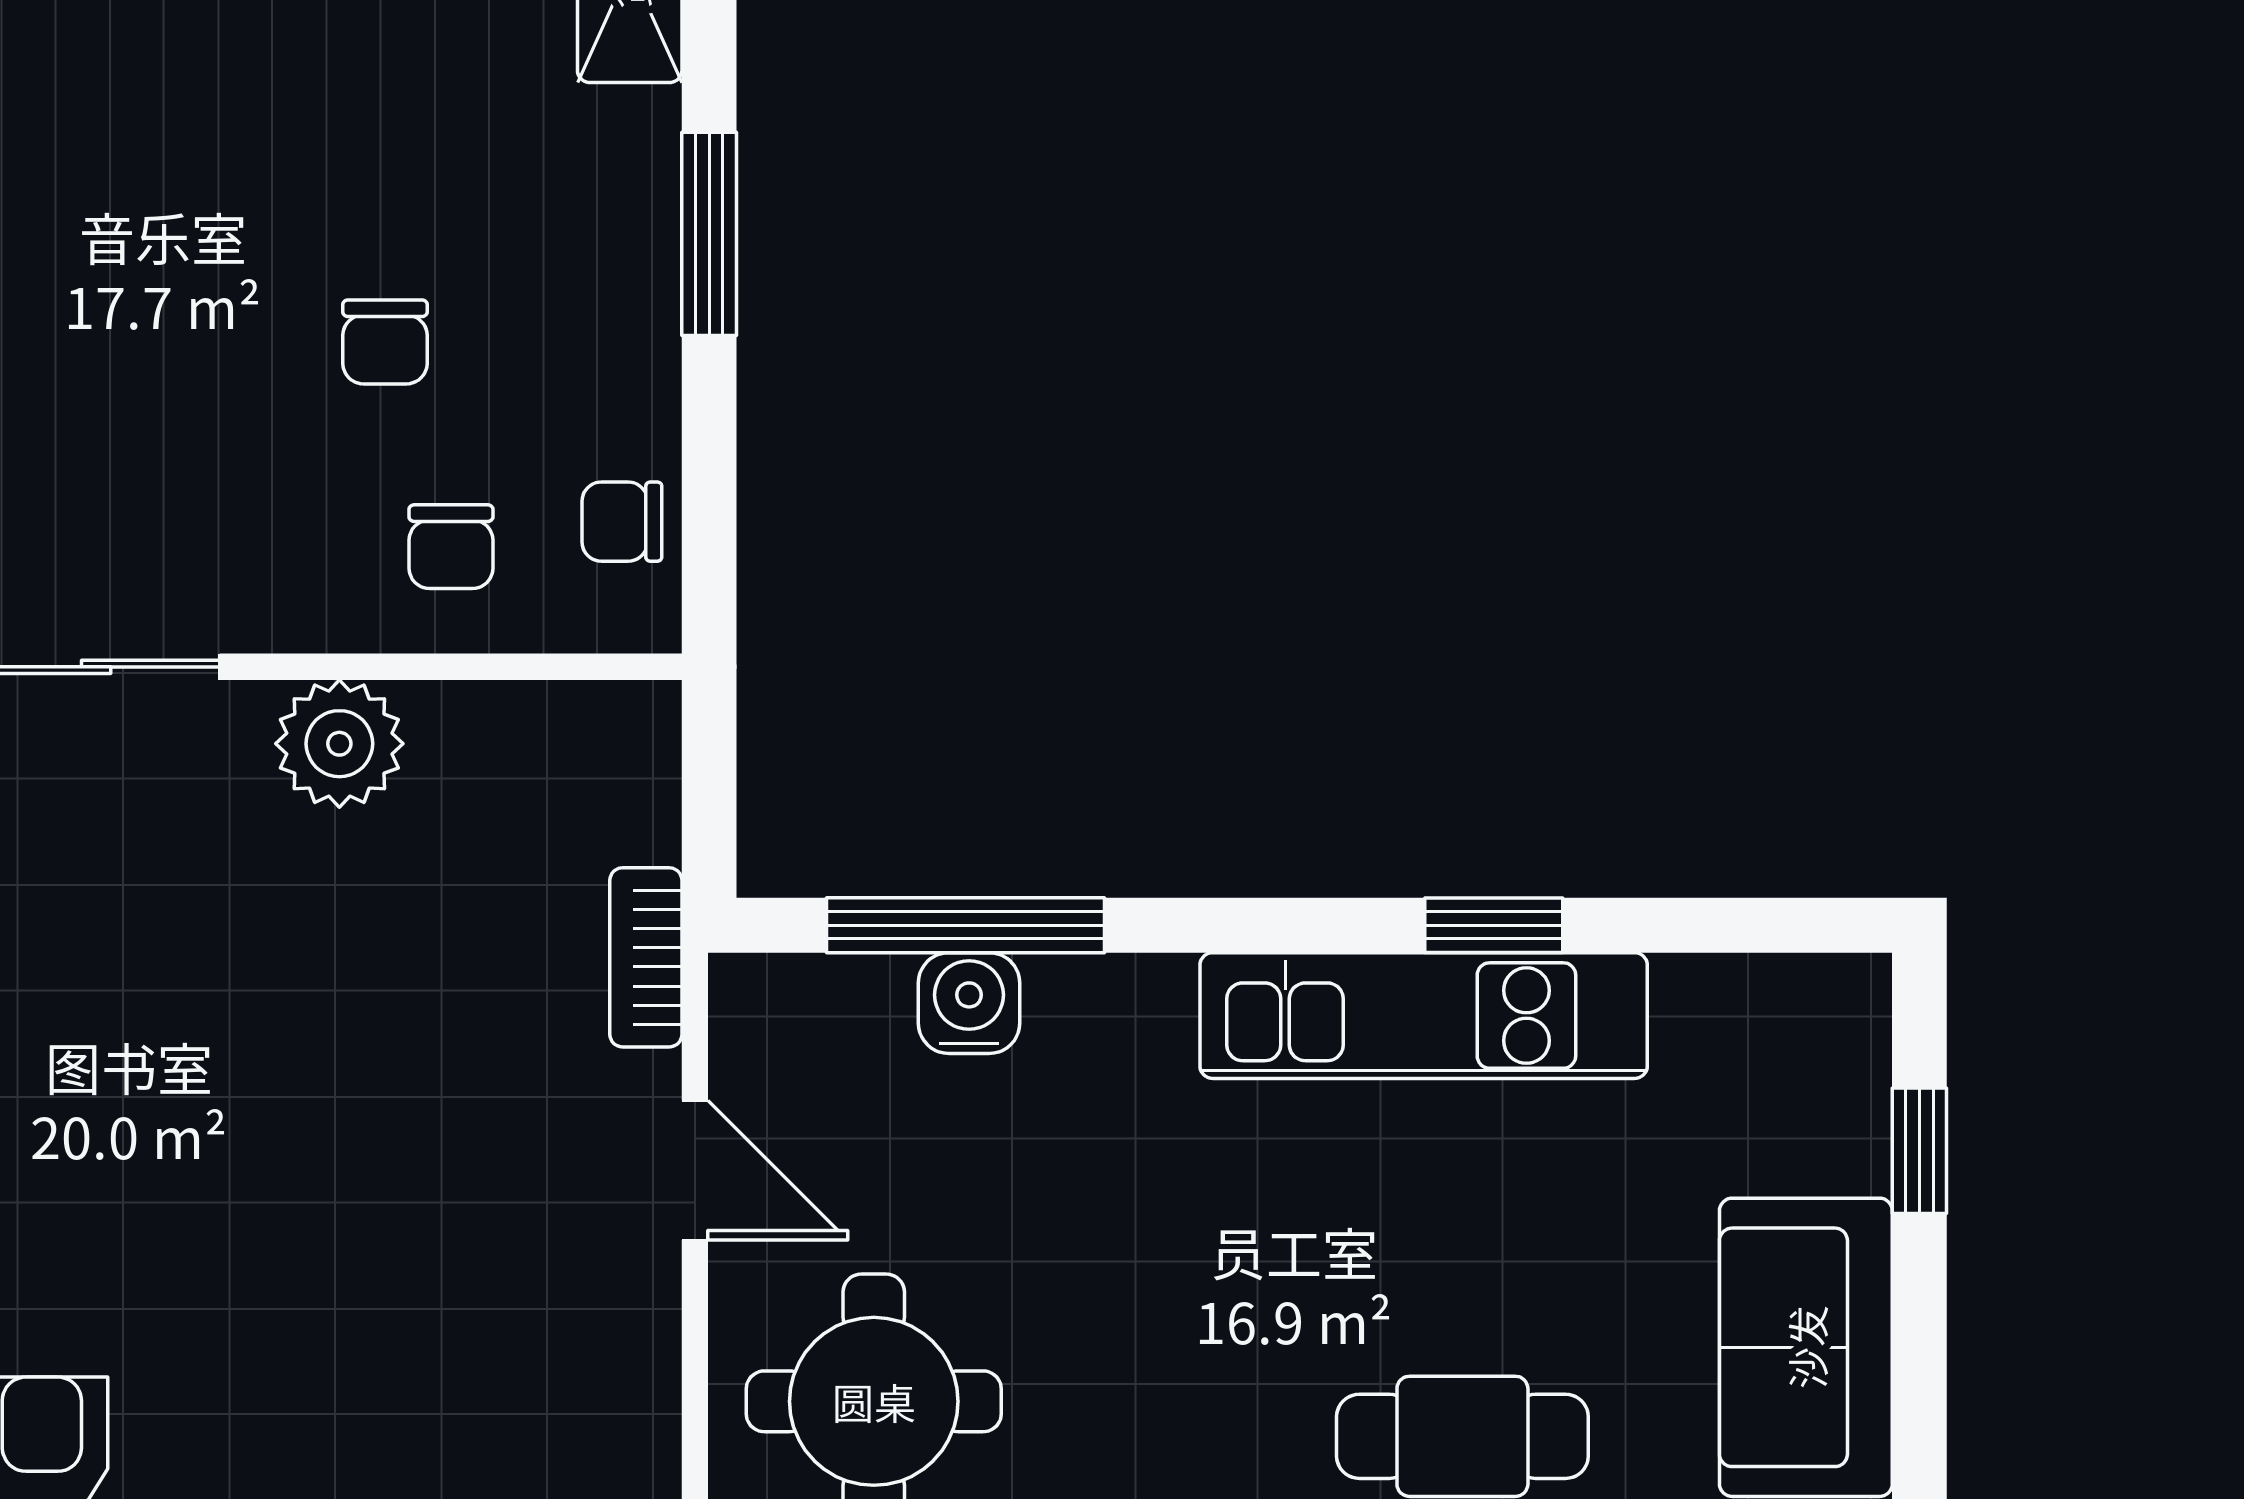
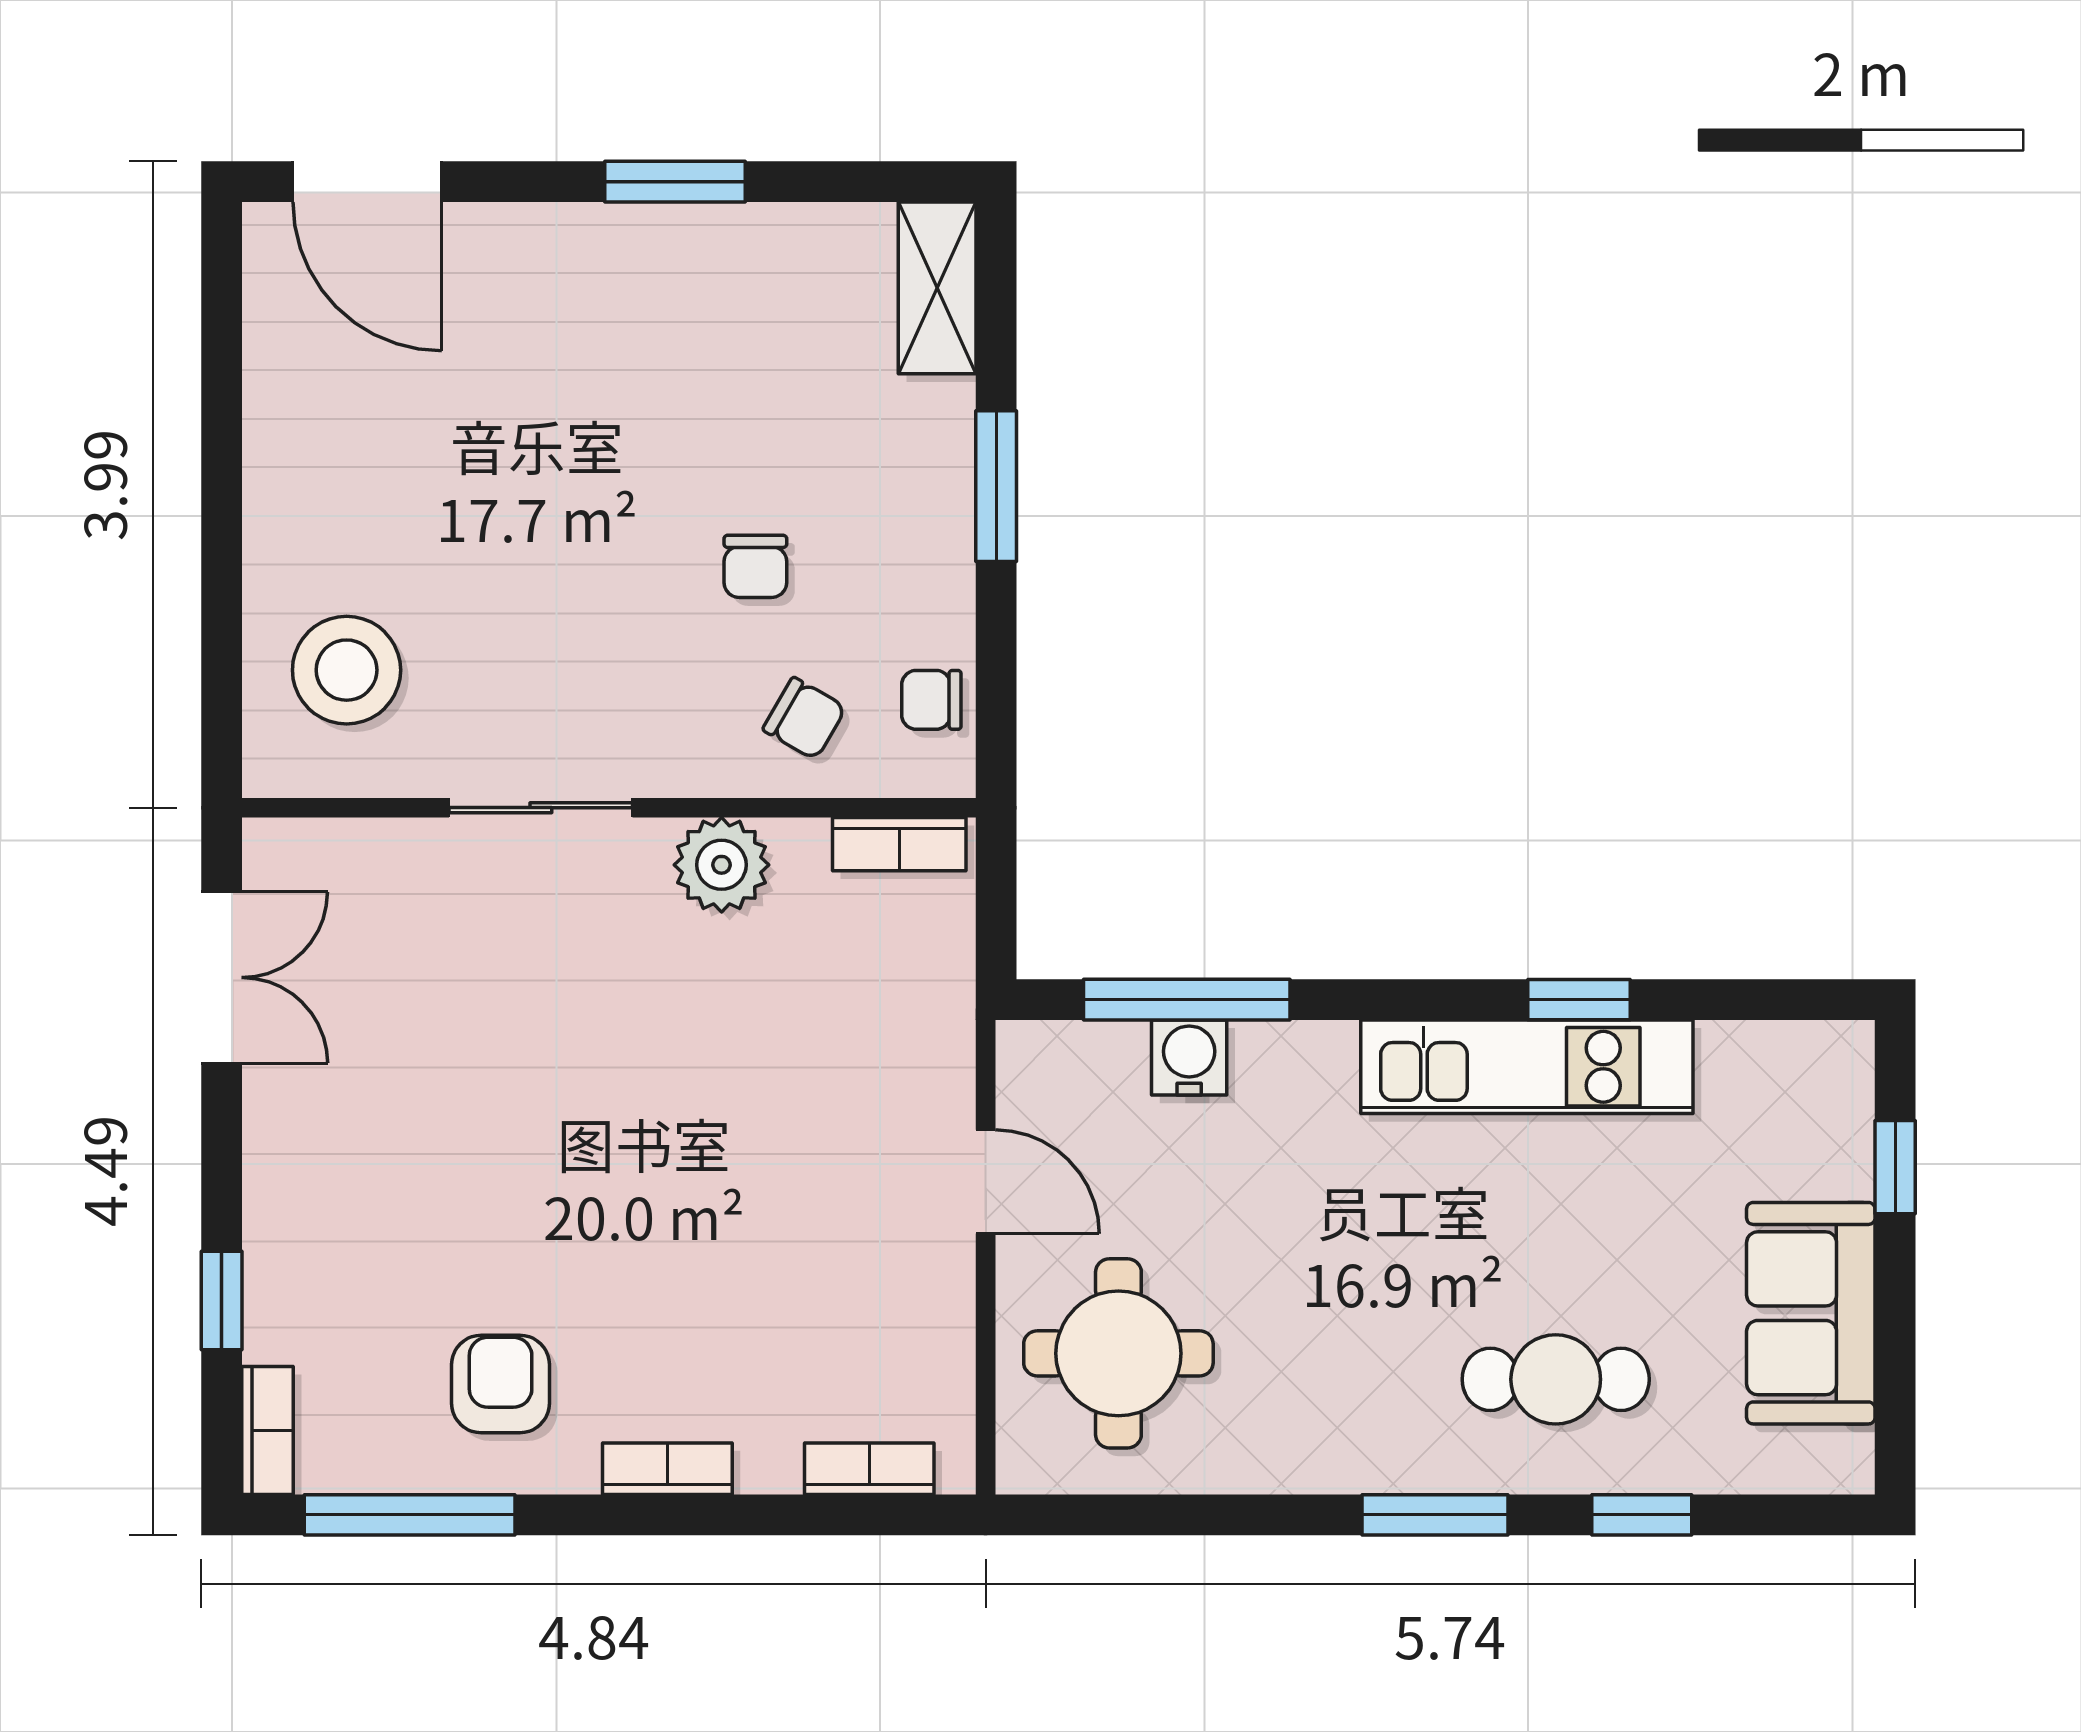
chair: (451, 547) -> (804, 718), turned -60
bookcase: (646, 957) -> (899, 844), moved, turned -90

